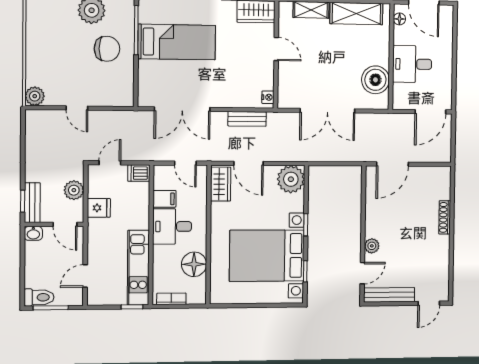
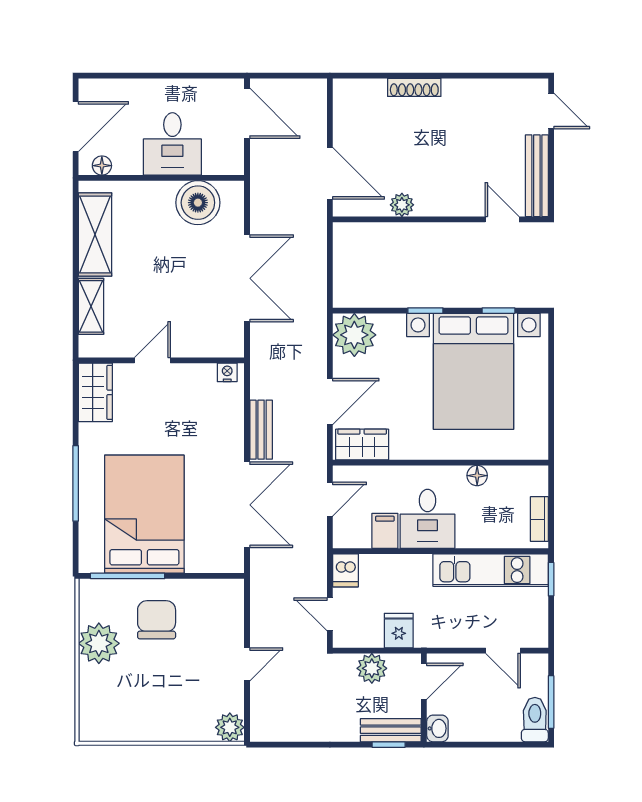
bed: (177, 42) -> (144, 514), width x1.50
bench: (247, 119) -> (261, 430), moved
plant: (372, 246) -> (402, 205), moved
floor lamp: (194, 264) -> (477, 476), width x0.53, depth x0.53

